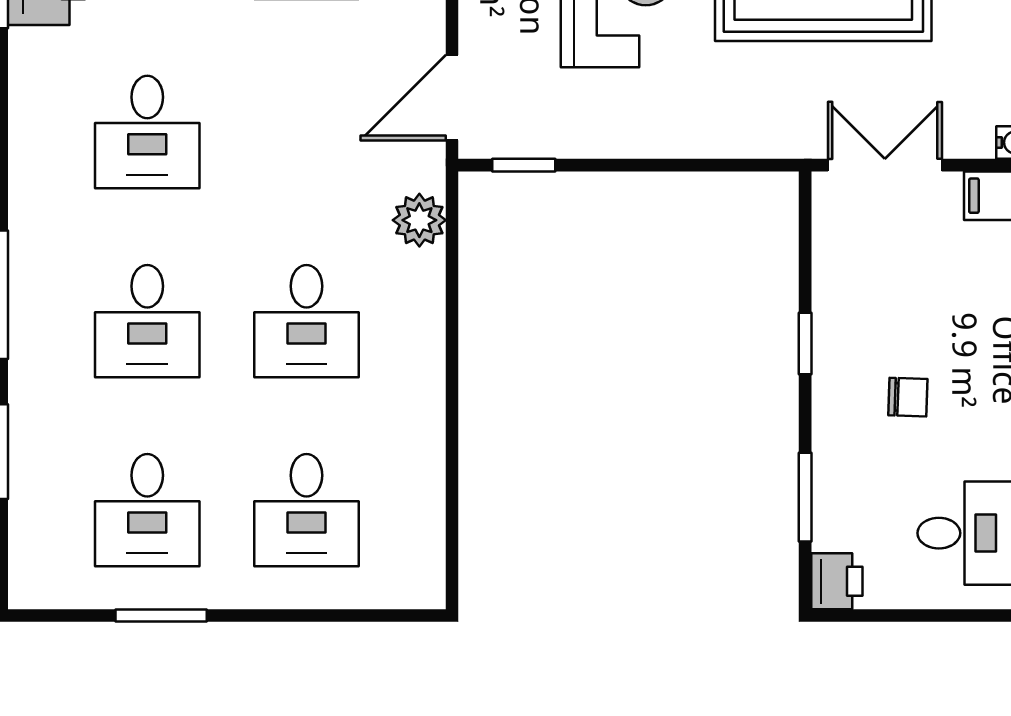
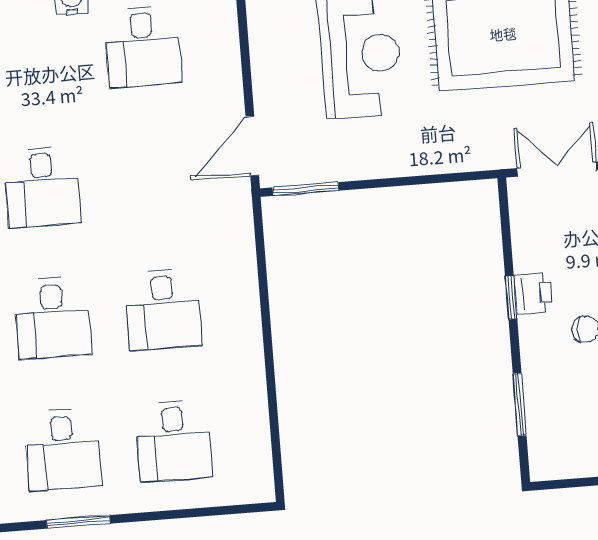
window: (524, 165) -> (306, 189), width x1.50
plant: (419, 220) -> (236, 233), removed
printer: (837, 581) -> (533, 293), moved

